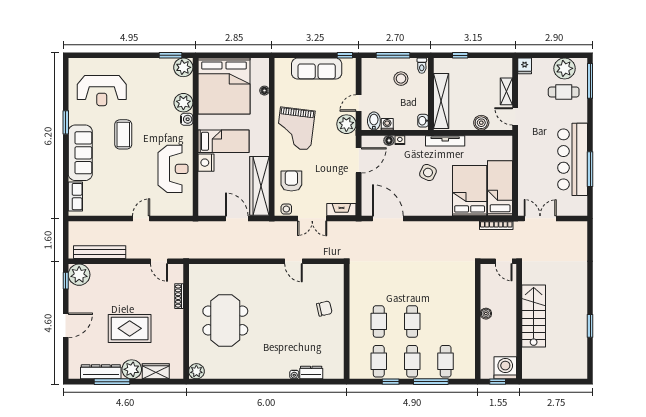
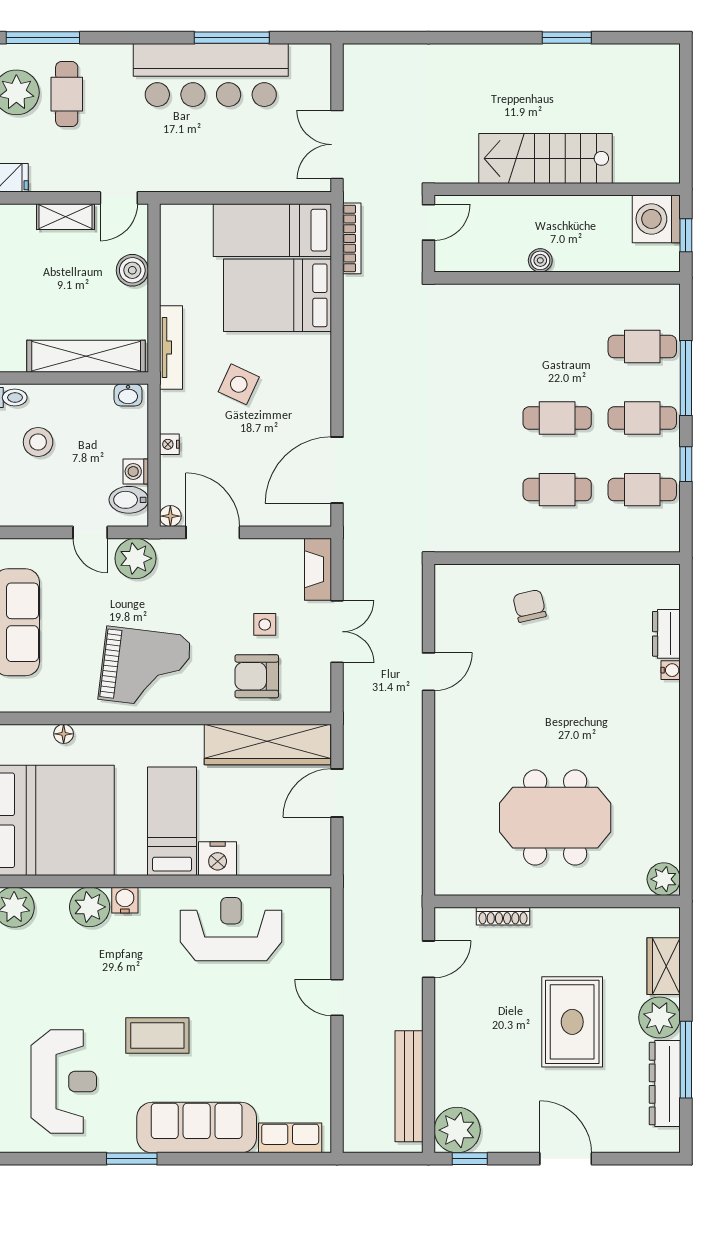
floor lamp: (389, 140) -> (170, 516), moved
side table: (286, 209) -> (265, 624), moved

